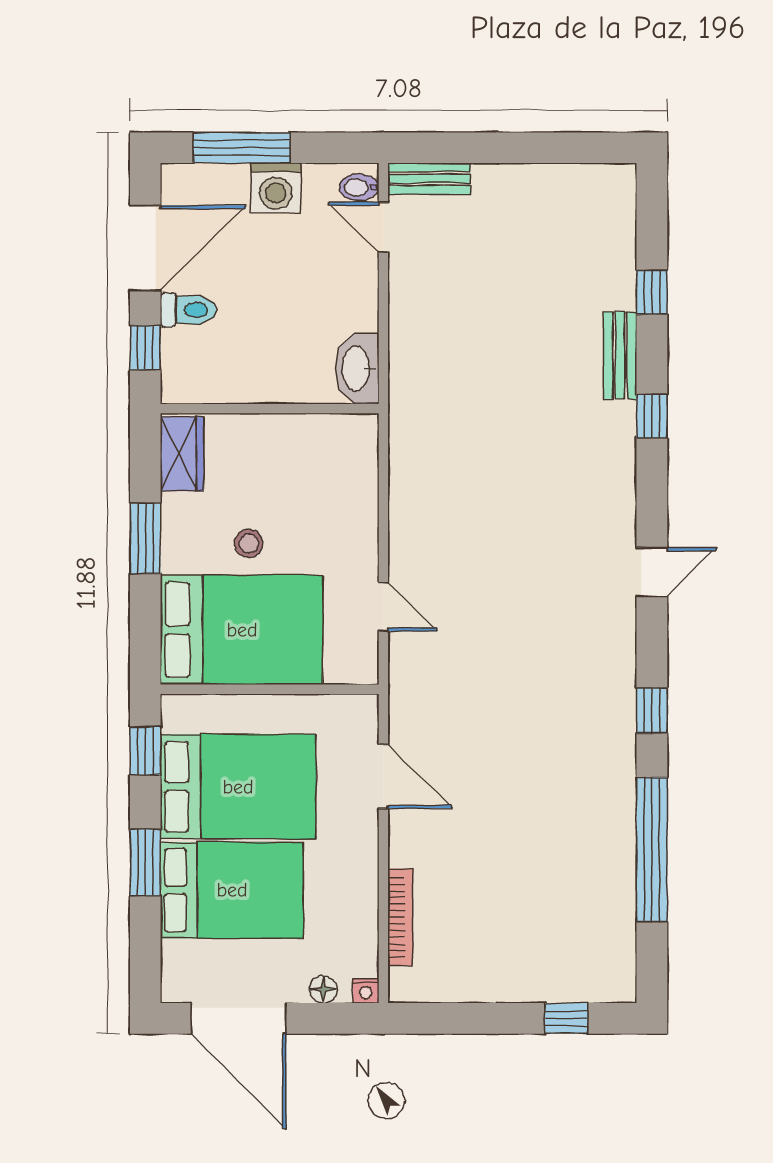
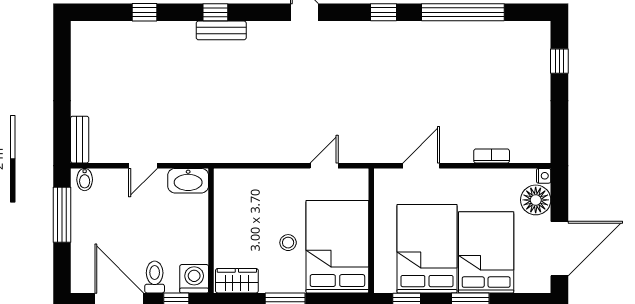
window: (241, 148) -> (62, 215), moved
washing machine: (276, 188) -> (194, 279), moved, turned -90
door: (383, 227) -> (143, 166), moved
bench: (620, 355) -> (221, 30), moved
bookcase: (400, 917) -> (492, 156), width x0.64
floor lamp: (323, 989) -> (536, 200), width x1.89, depth x1.89

